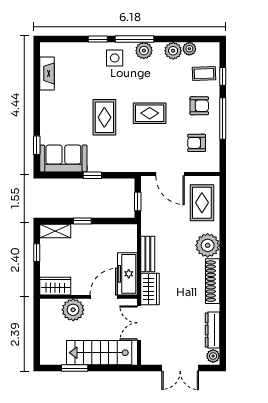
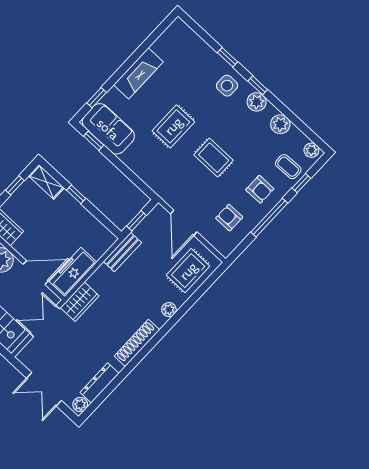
window: (134, 39) -> (258, 85), width x0.46
plant: (189, 49) -> (311, 150), moved
fireplace: (47, 73) -> (138, 73), moved, width x1.37, depth x1.32
window: (92, 175) -> (94, 141), moved
plant: (208, 245) -> (169, 310), width x0.53, depth x0.53
bench: (148, 254) -> (122, 252), moved

